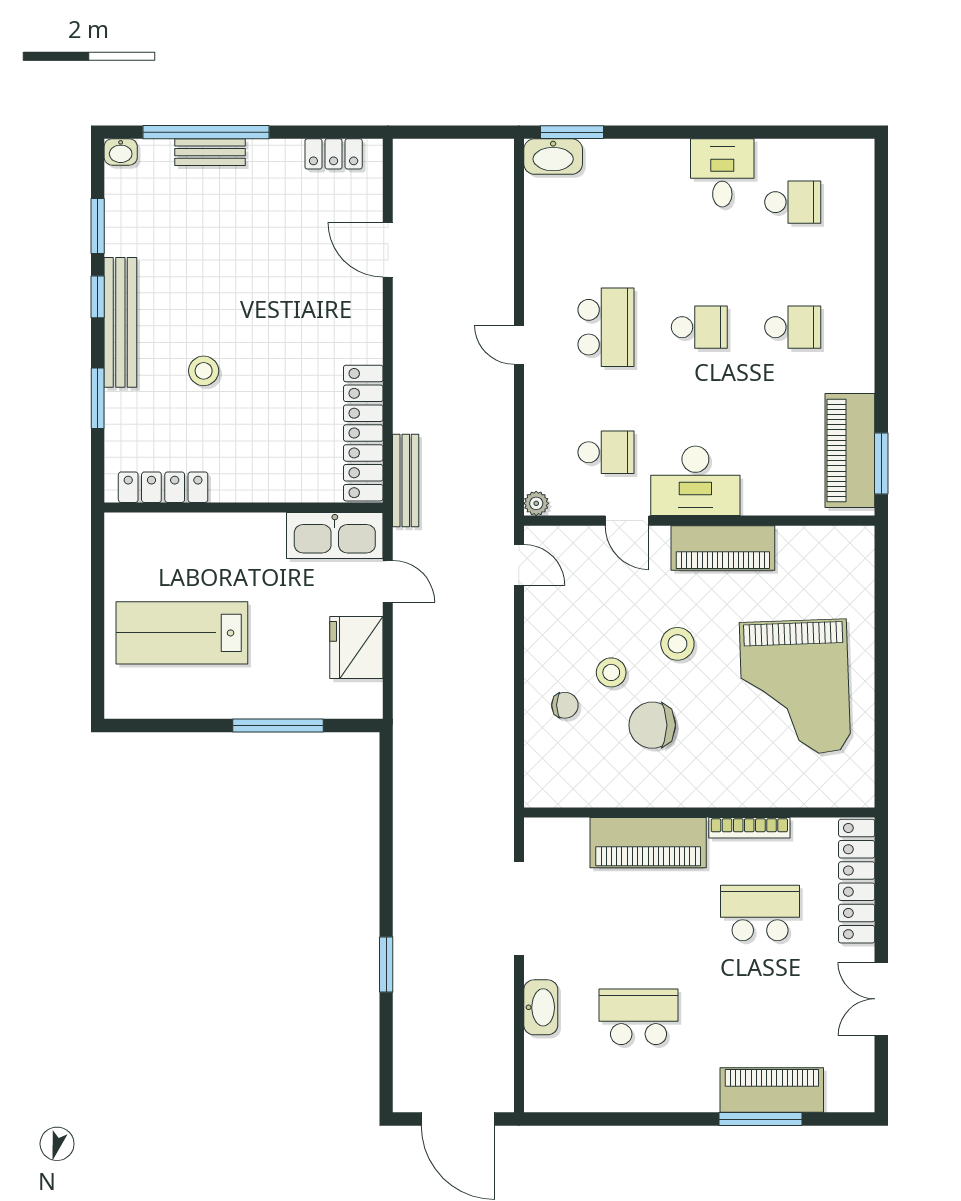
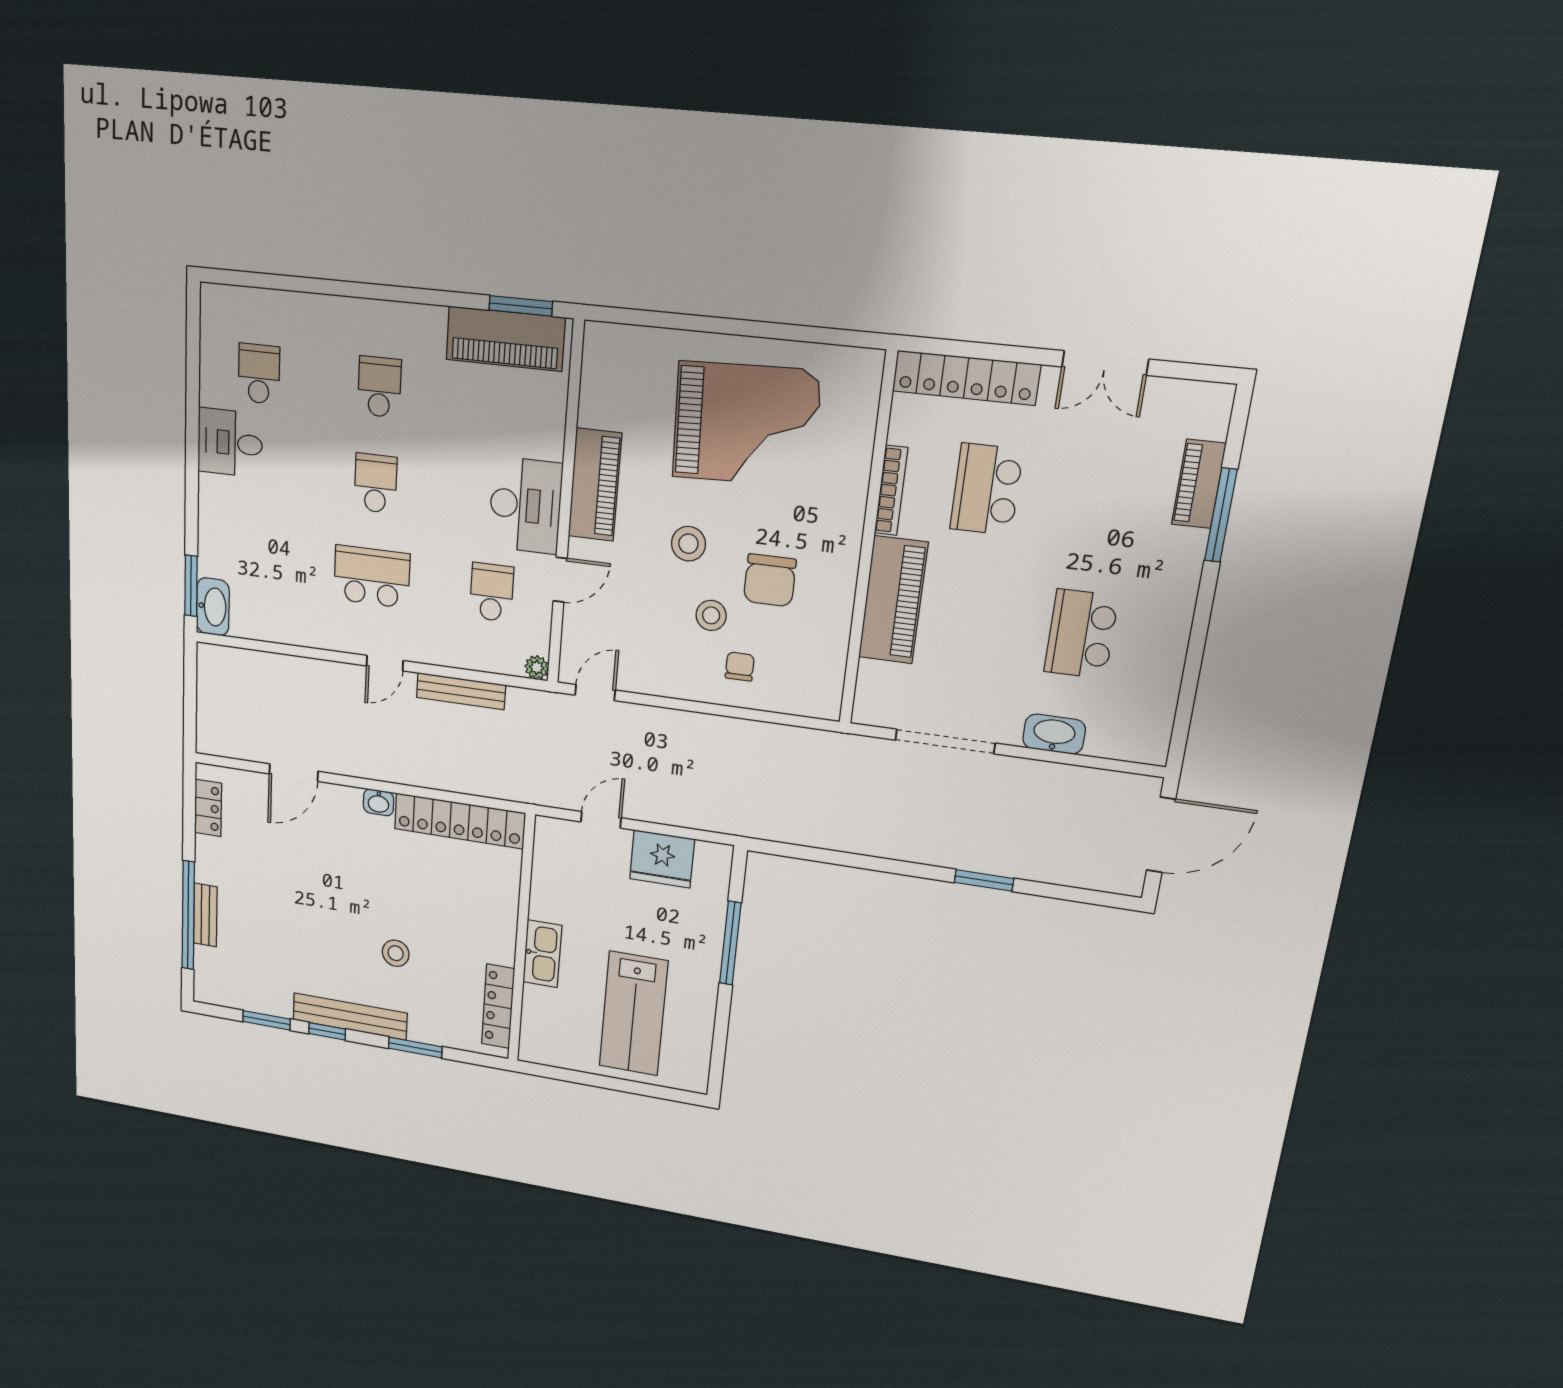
washbasin: (121, 152) -> (378, 802), moved, turned 90
bench: (406, 481) -> (461, 691), moved
kitchen sink: (335, 536) -> (542, 954), moved, width x0.73, depth x0.81
piano: (772, 1090) -> (1199, 484), width x0.73, depth x0.75

